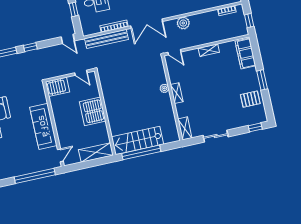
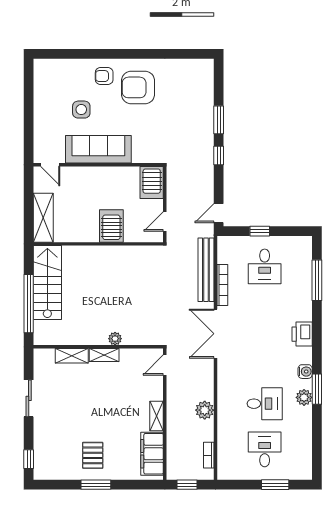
plant: (183, 23) -> (205, 410), moved
filing cabinet: (245, 54) -> (152, 454), moved, turned -90
pallet: (250, 99) -> (93, 455), moved
server rack: (93, 111) -> (111, 226), width x0.62
shelving: (185, 128) -> (72, 356), moved
side table: (20, 143) -> (81, 110), added
window: (141, 152) -> (29, 304), moved
window: (35, 176) -> (29, 121), removed

